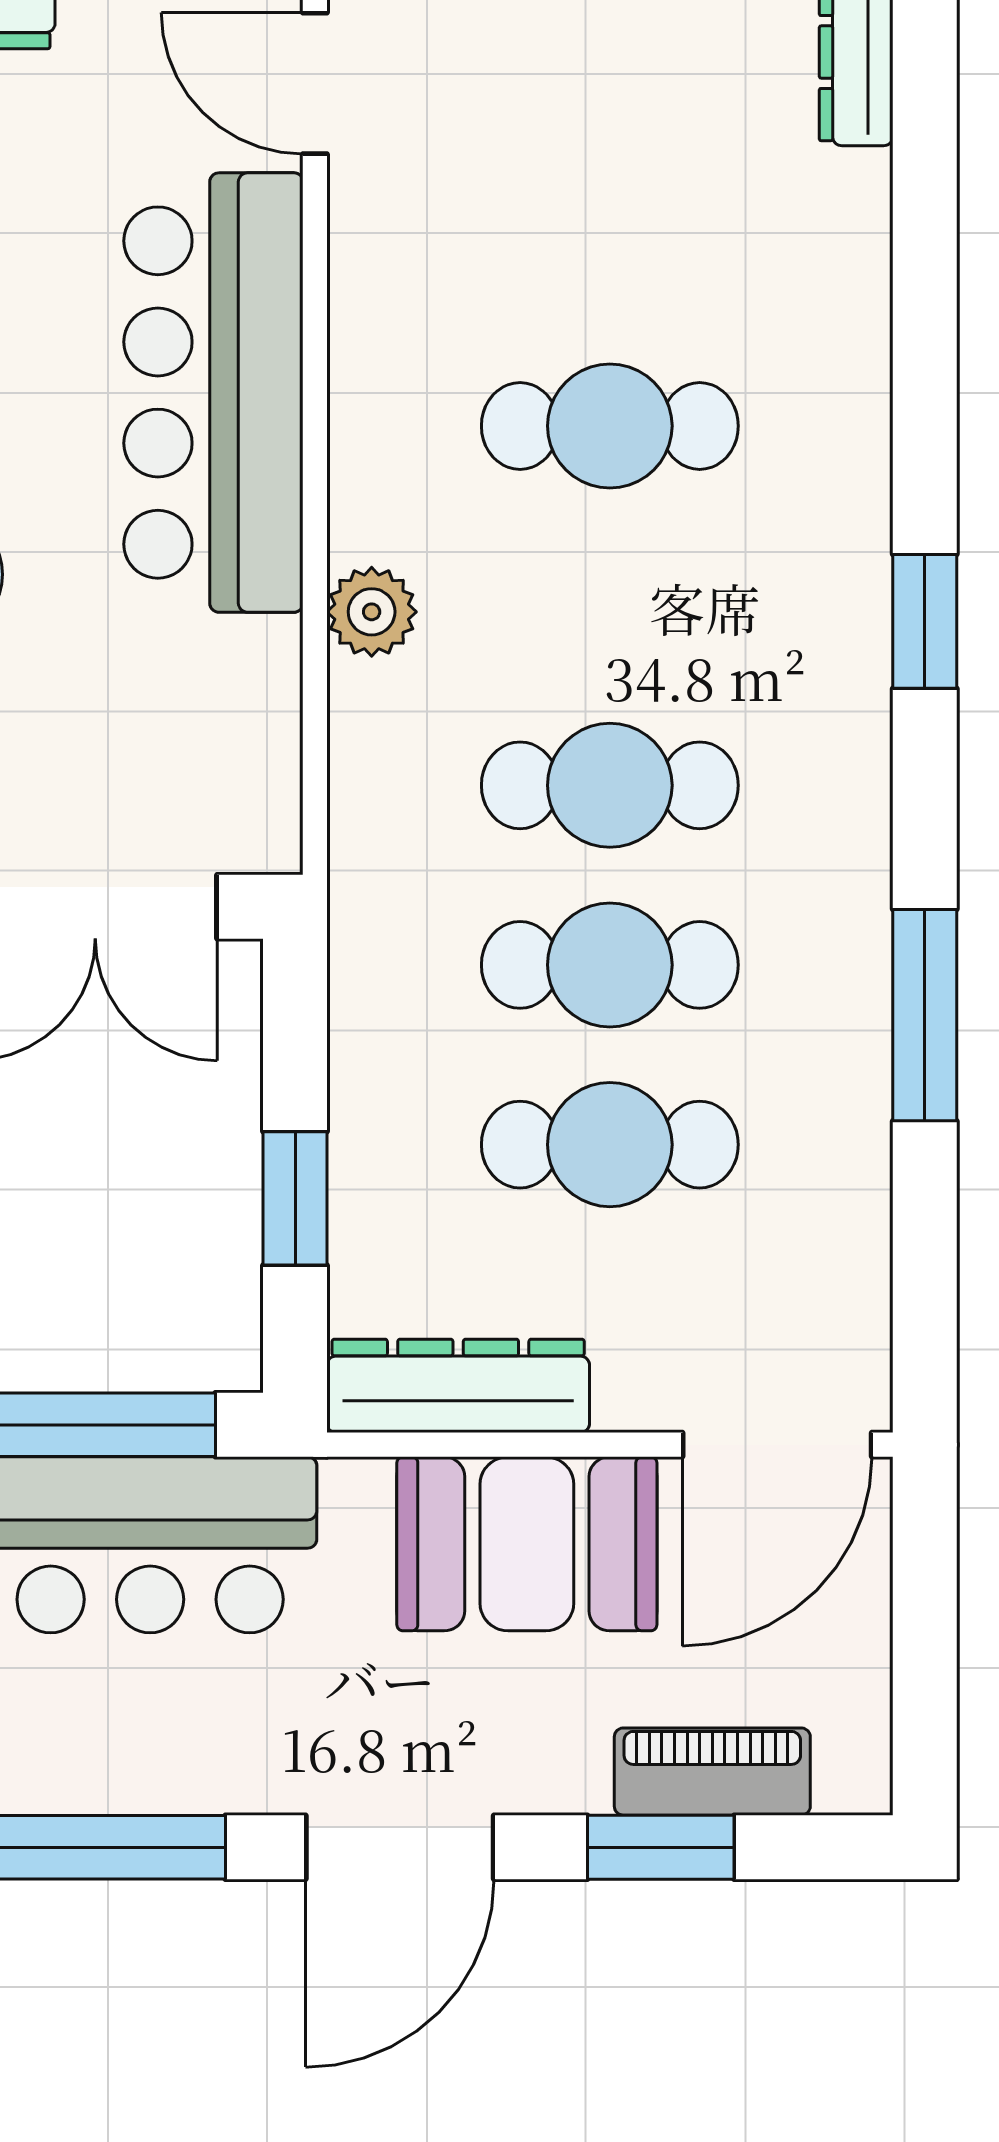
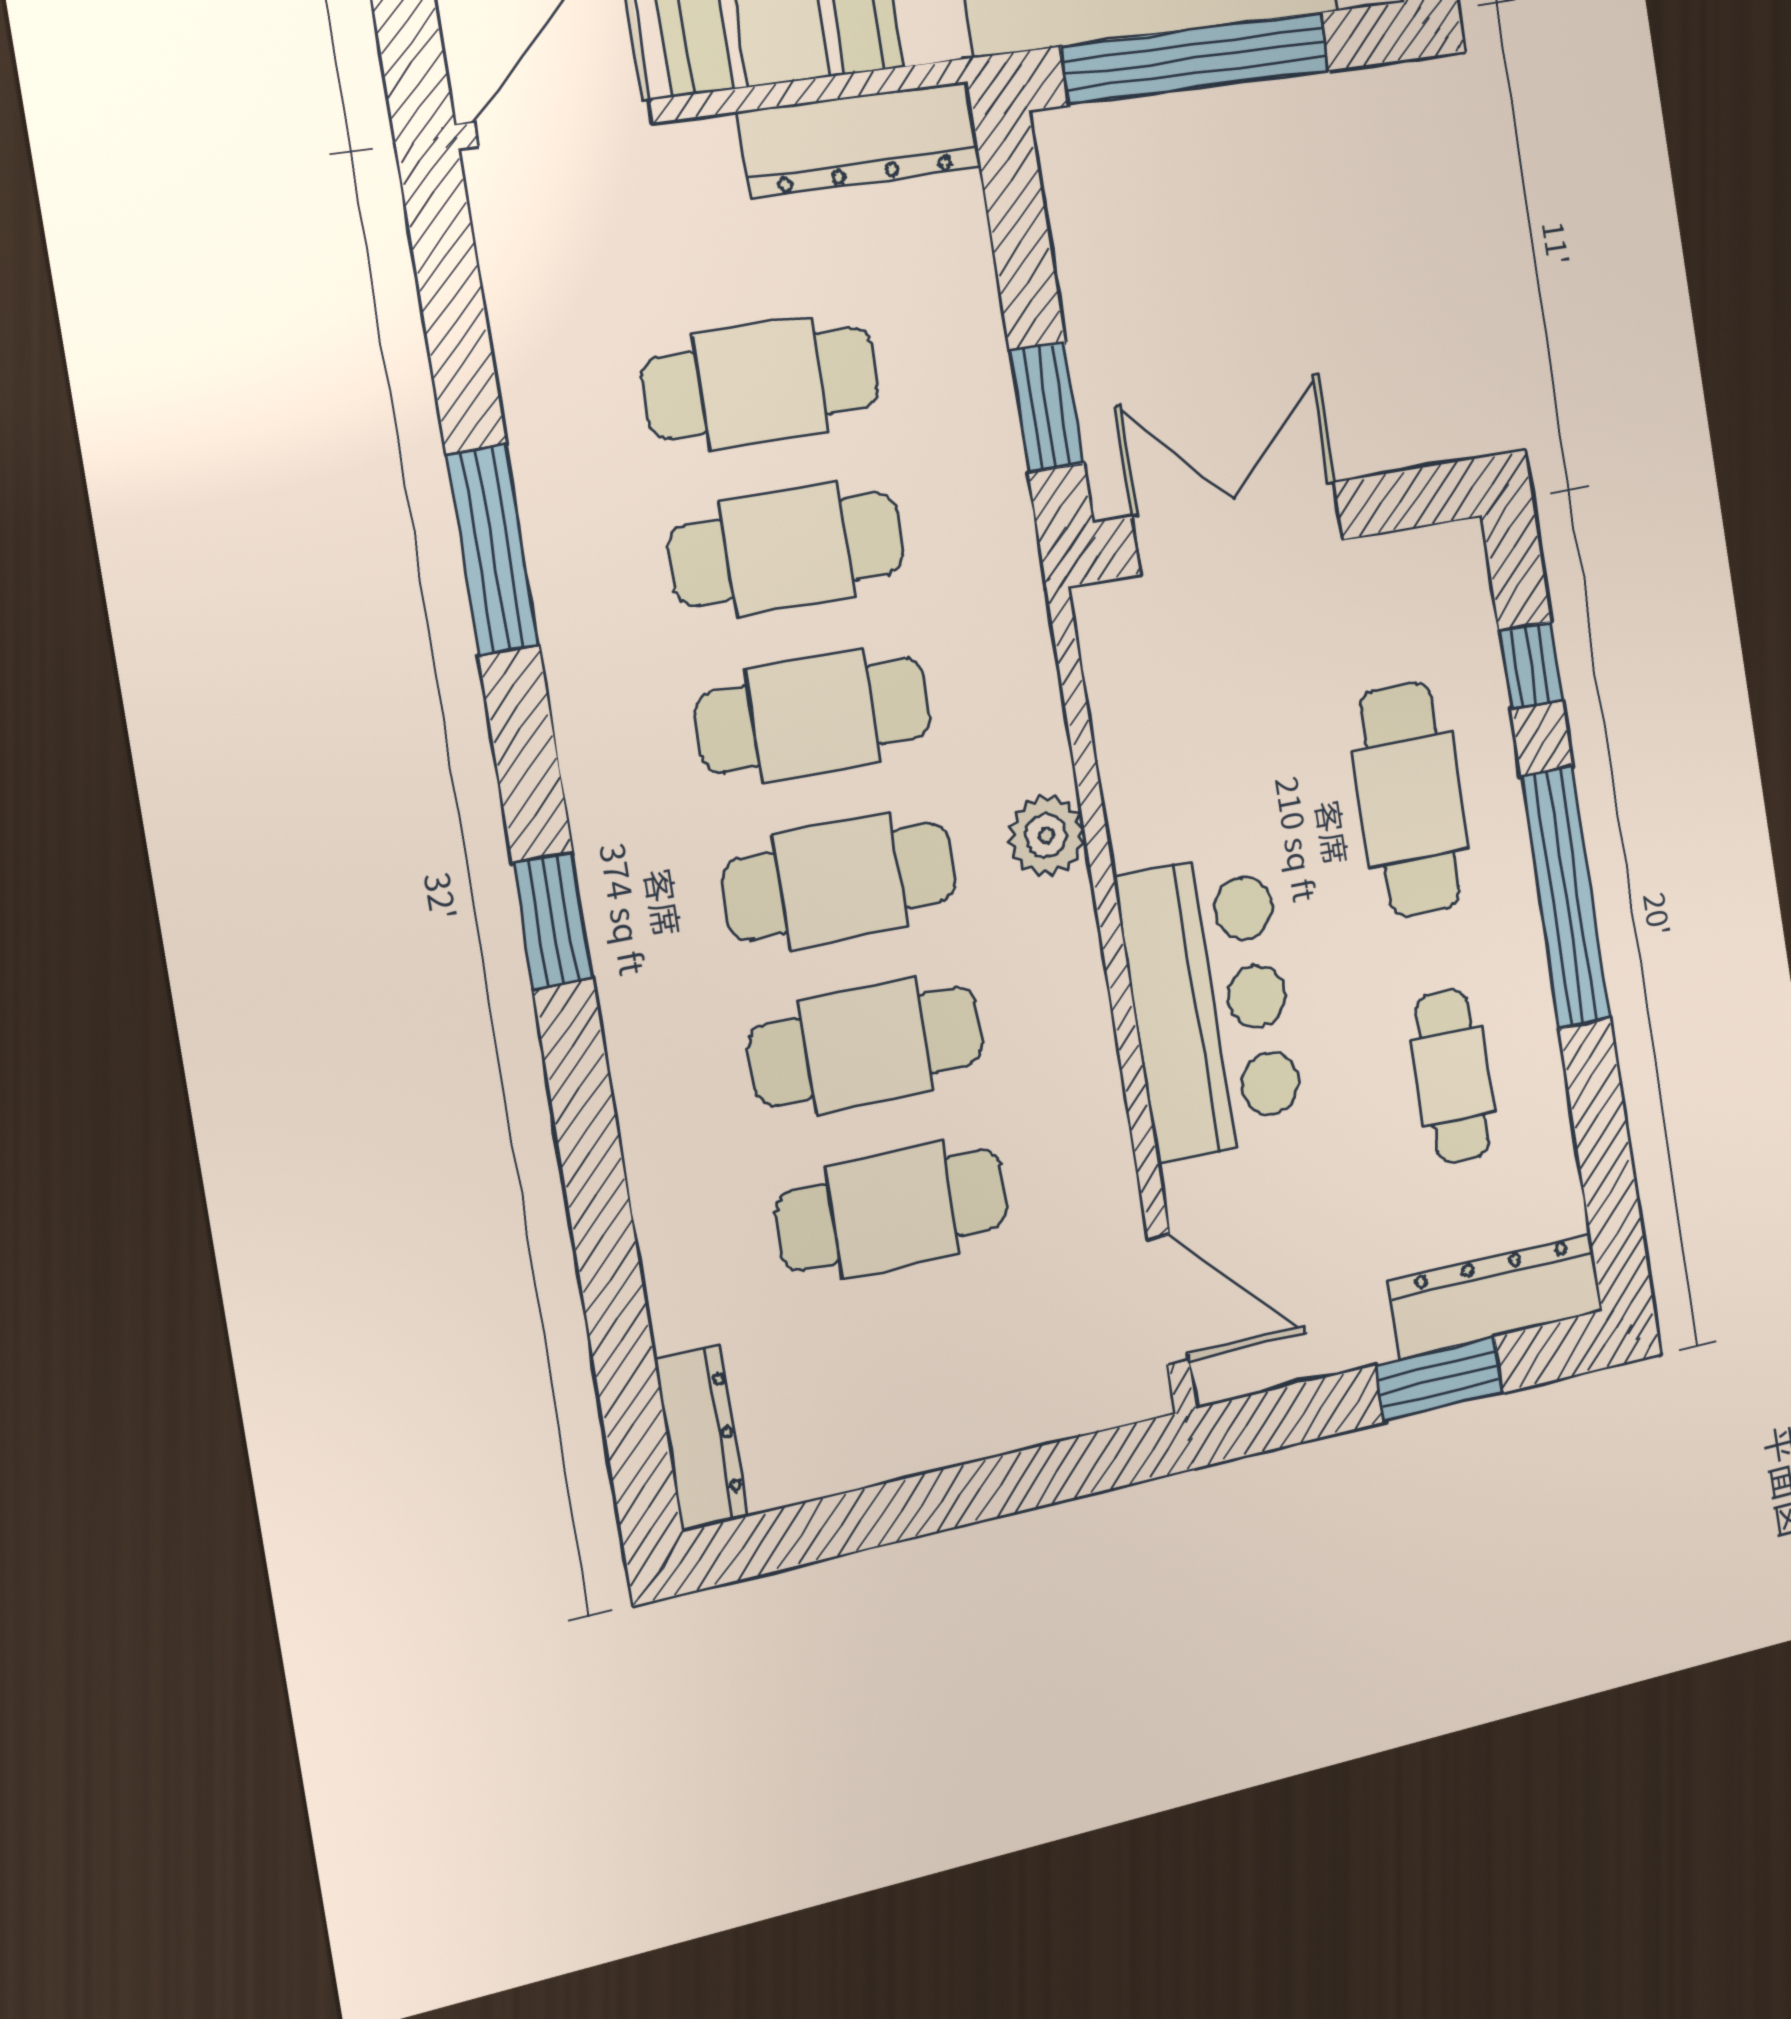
cafe table: (610, 246) -> (892, 1210), added
bar counter: (213, 393) -> (1211, 1006), width x0.73
cafe table: (610, 606) -> (840, 881), added
window: (295, 1198) -> (1047, 407), moved

